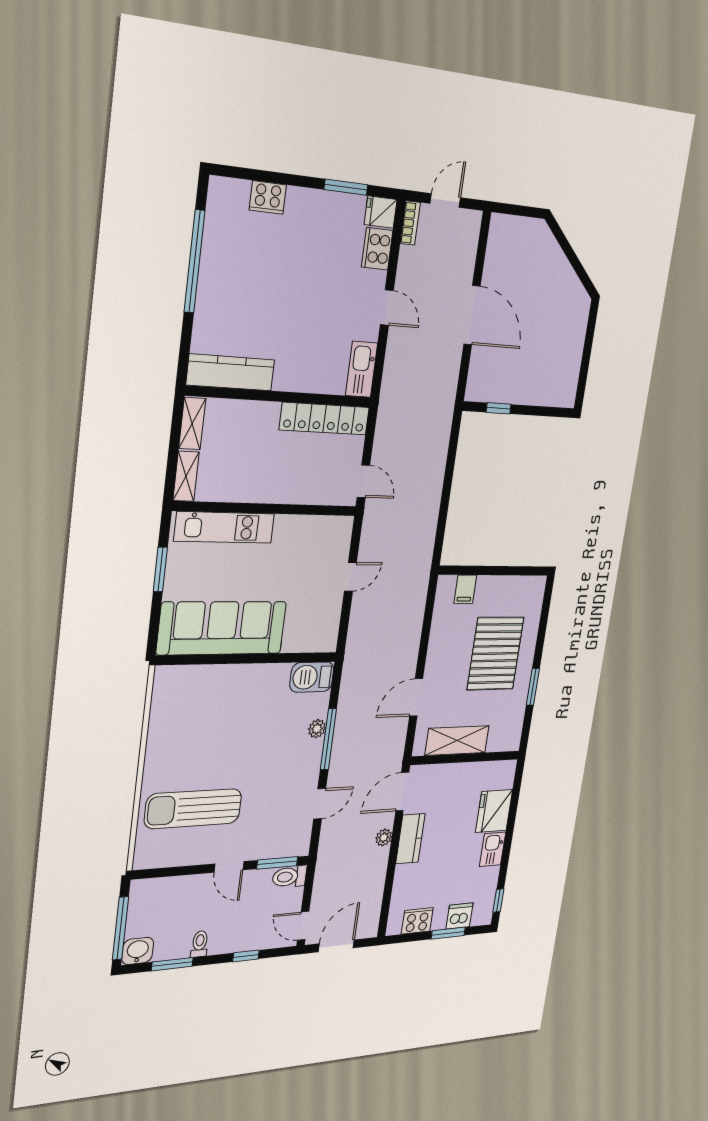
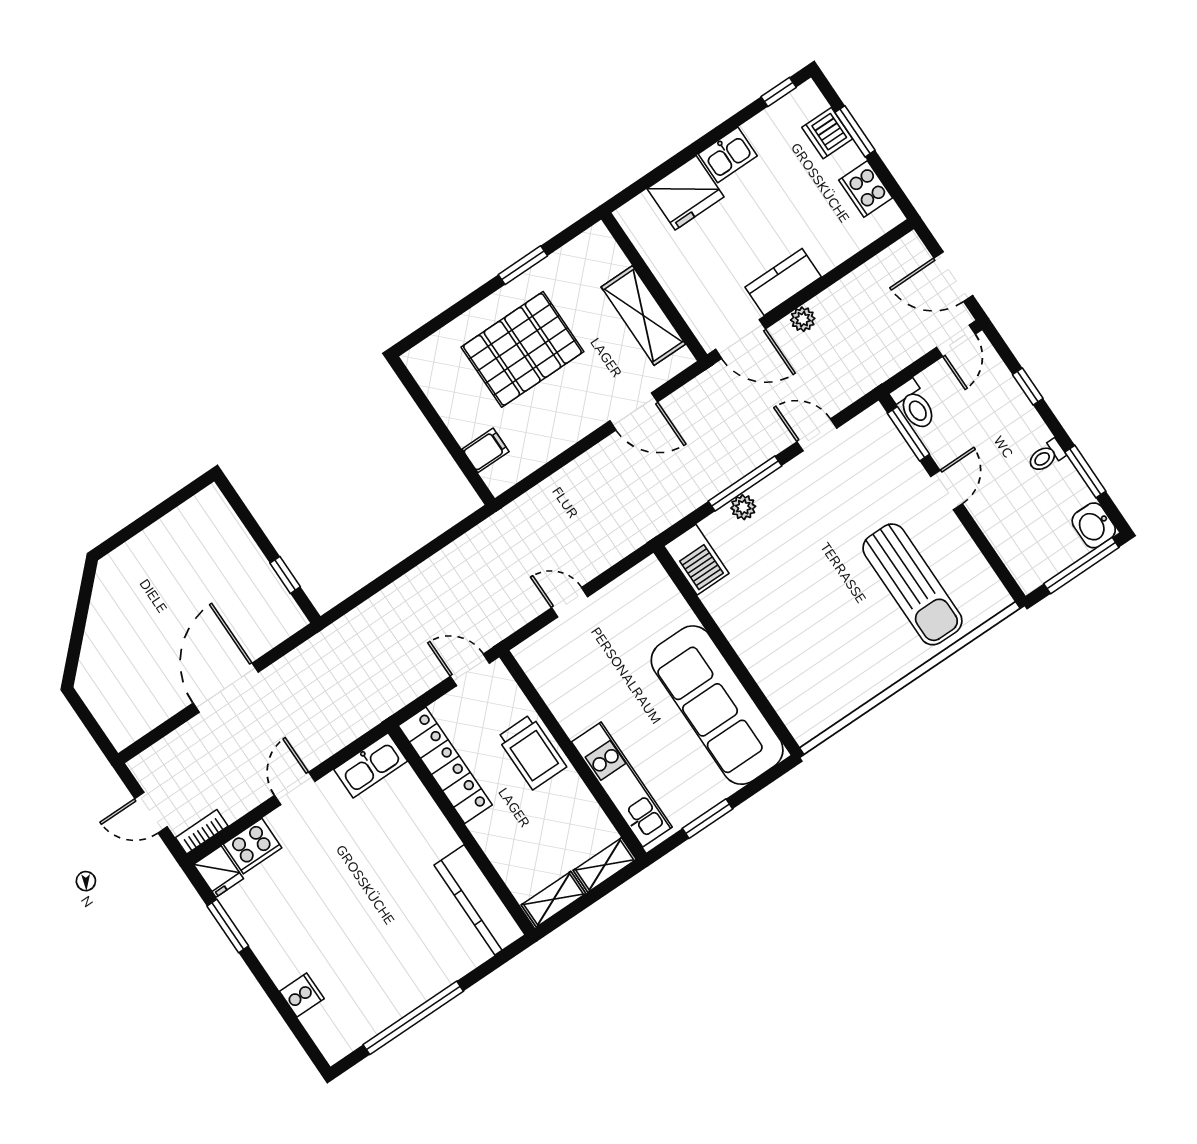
cooker: (268, 197) -> (302, 995), width x0.73
door: (363, 481) -> (470, 670), hinge flipped
trolley: (289, 483) -> (532, 752), added

